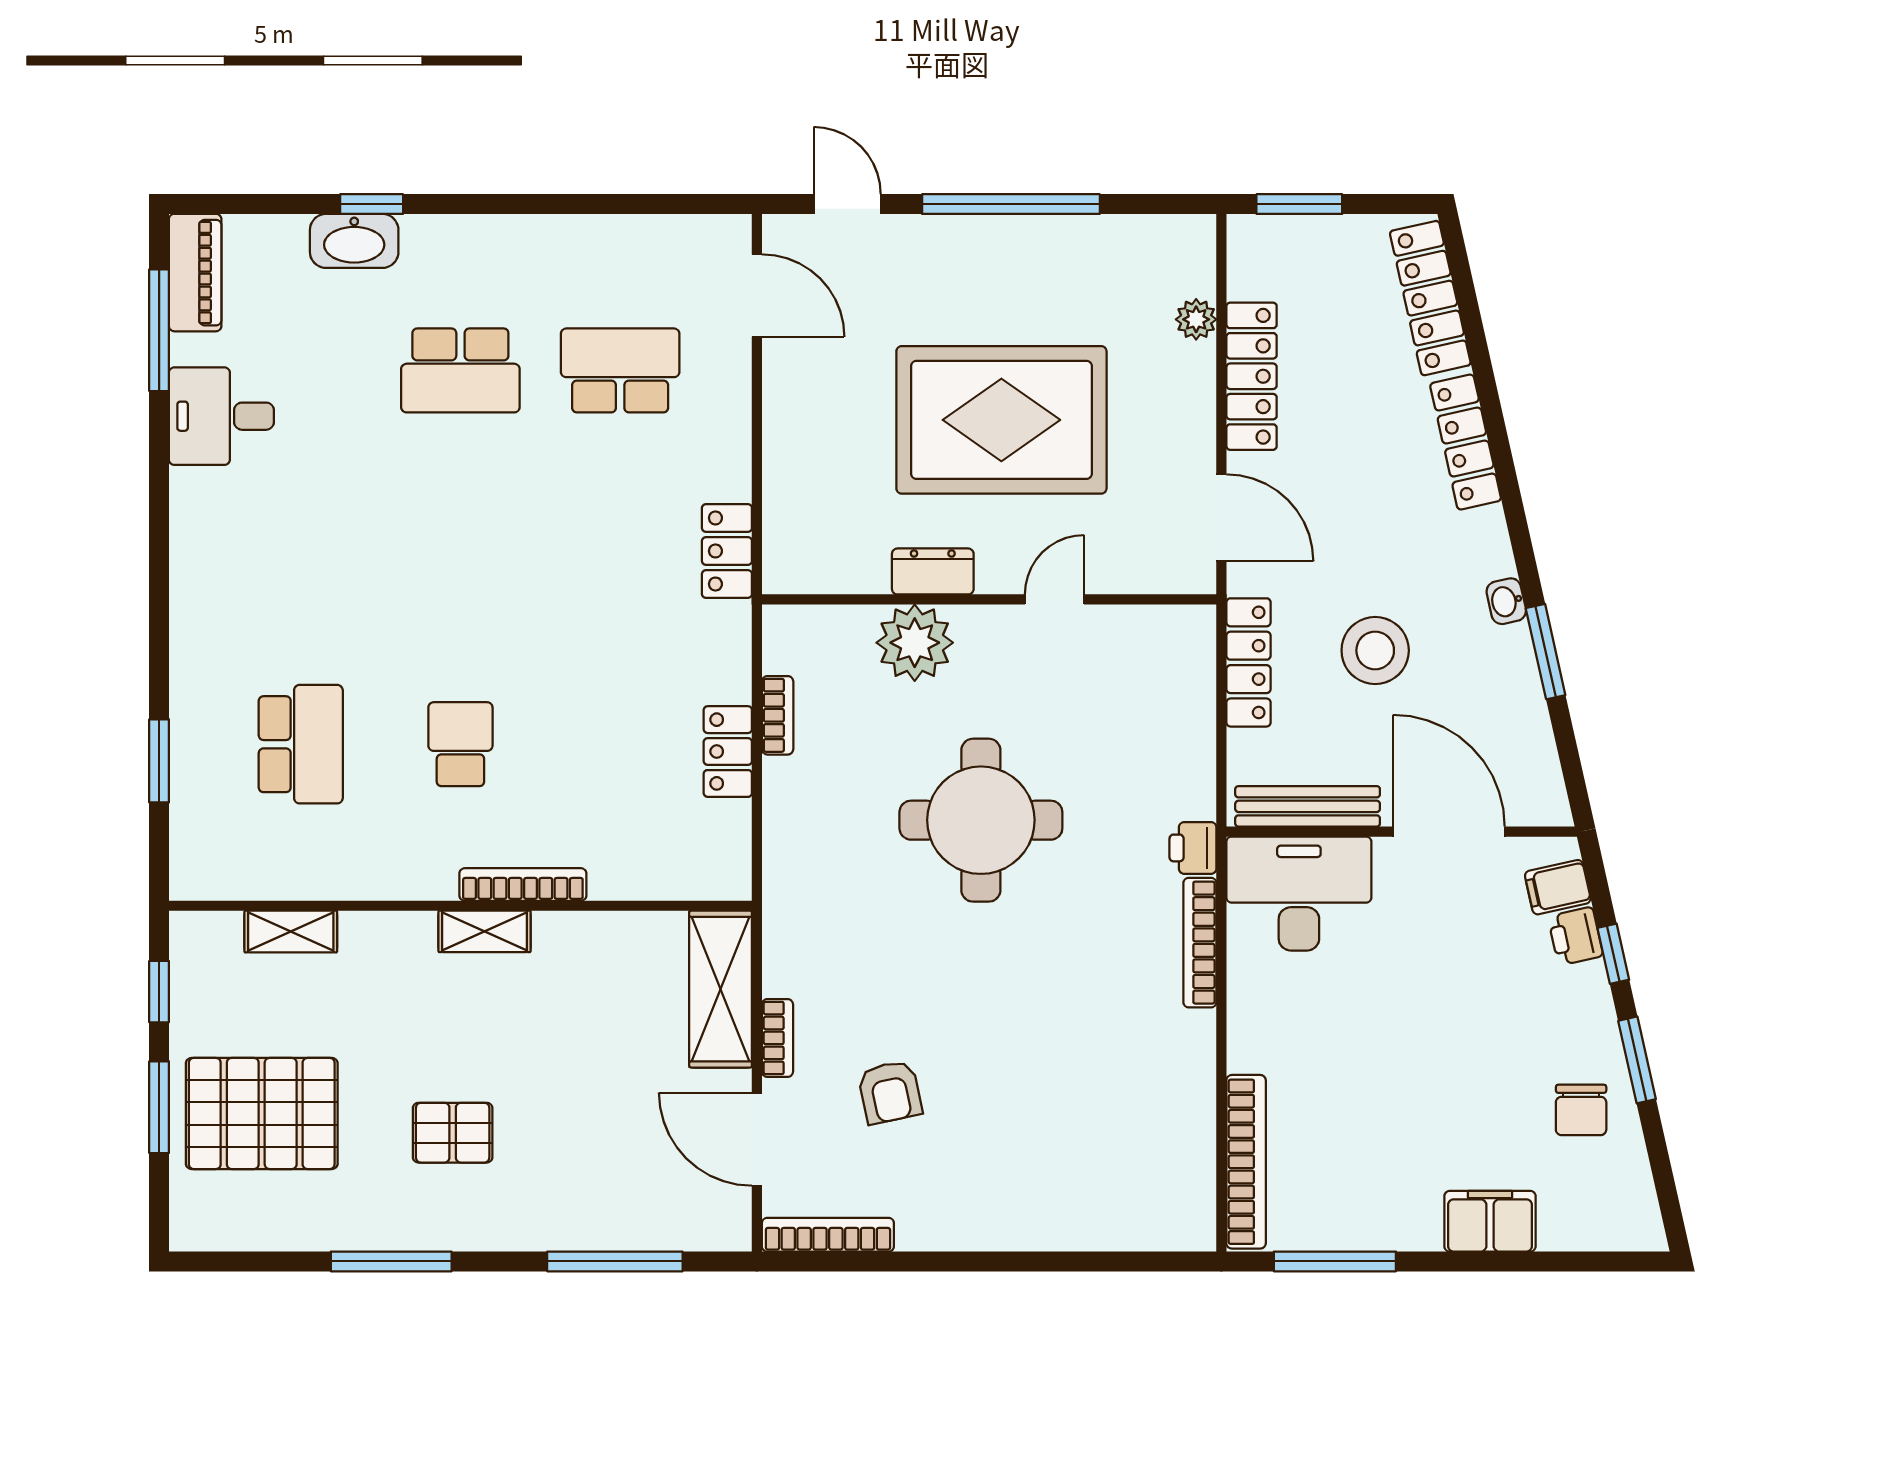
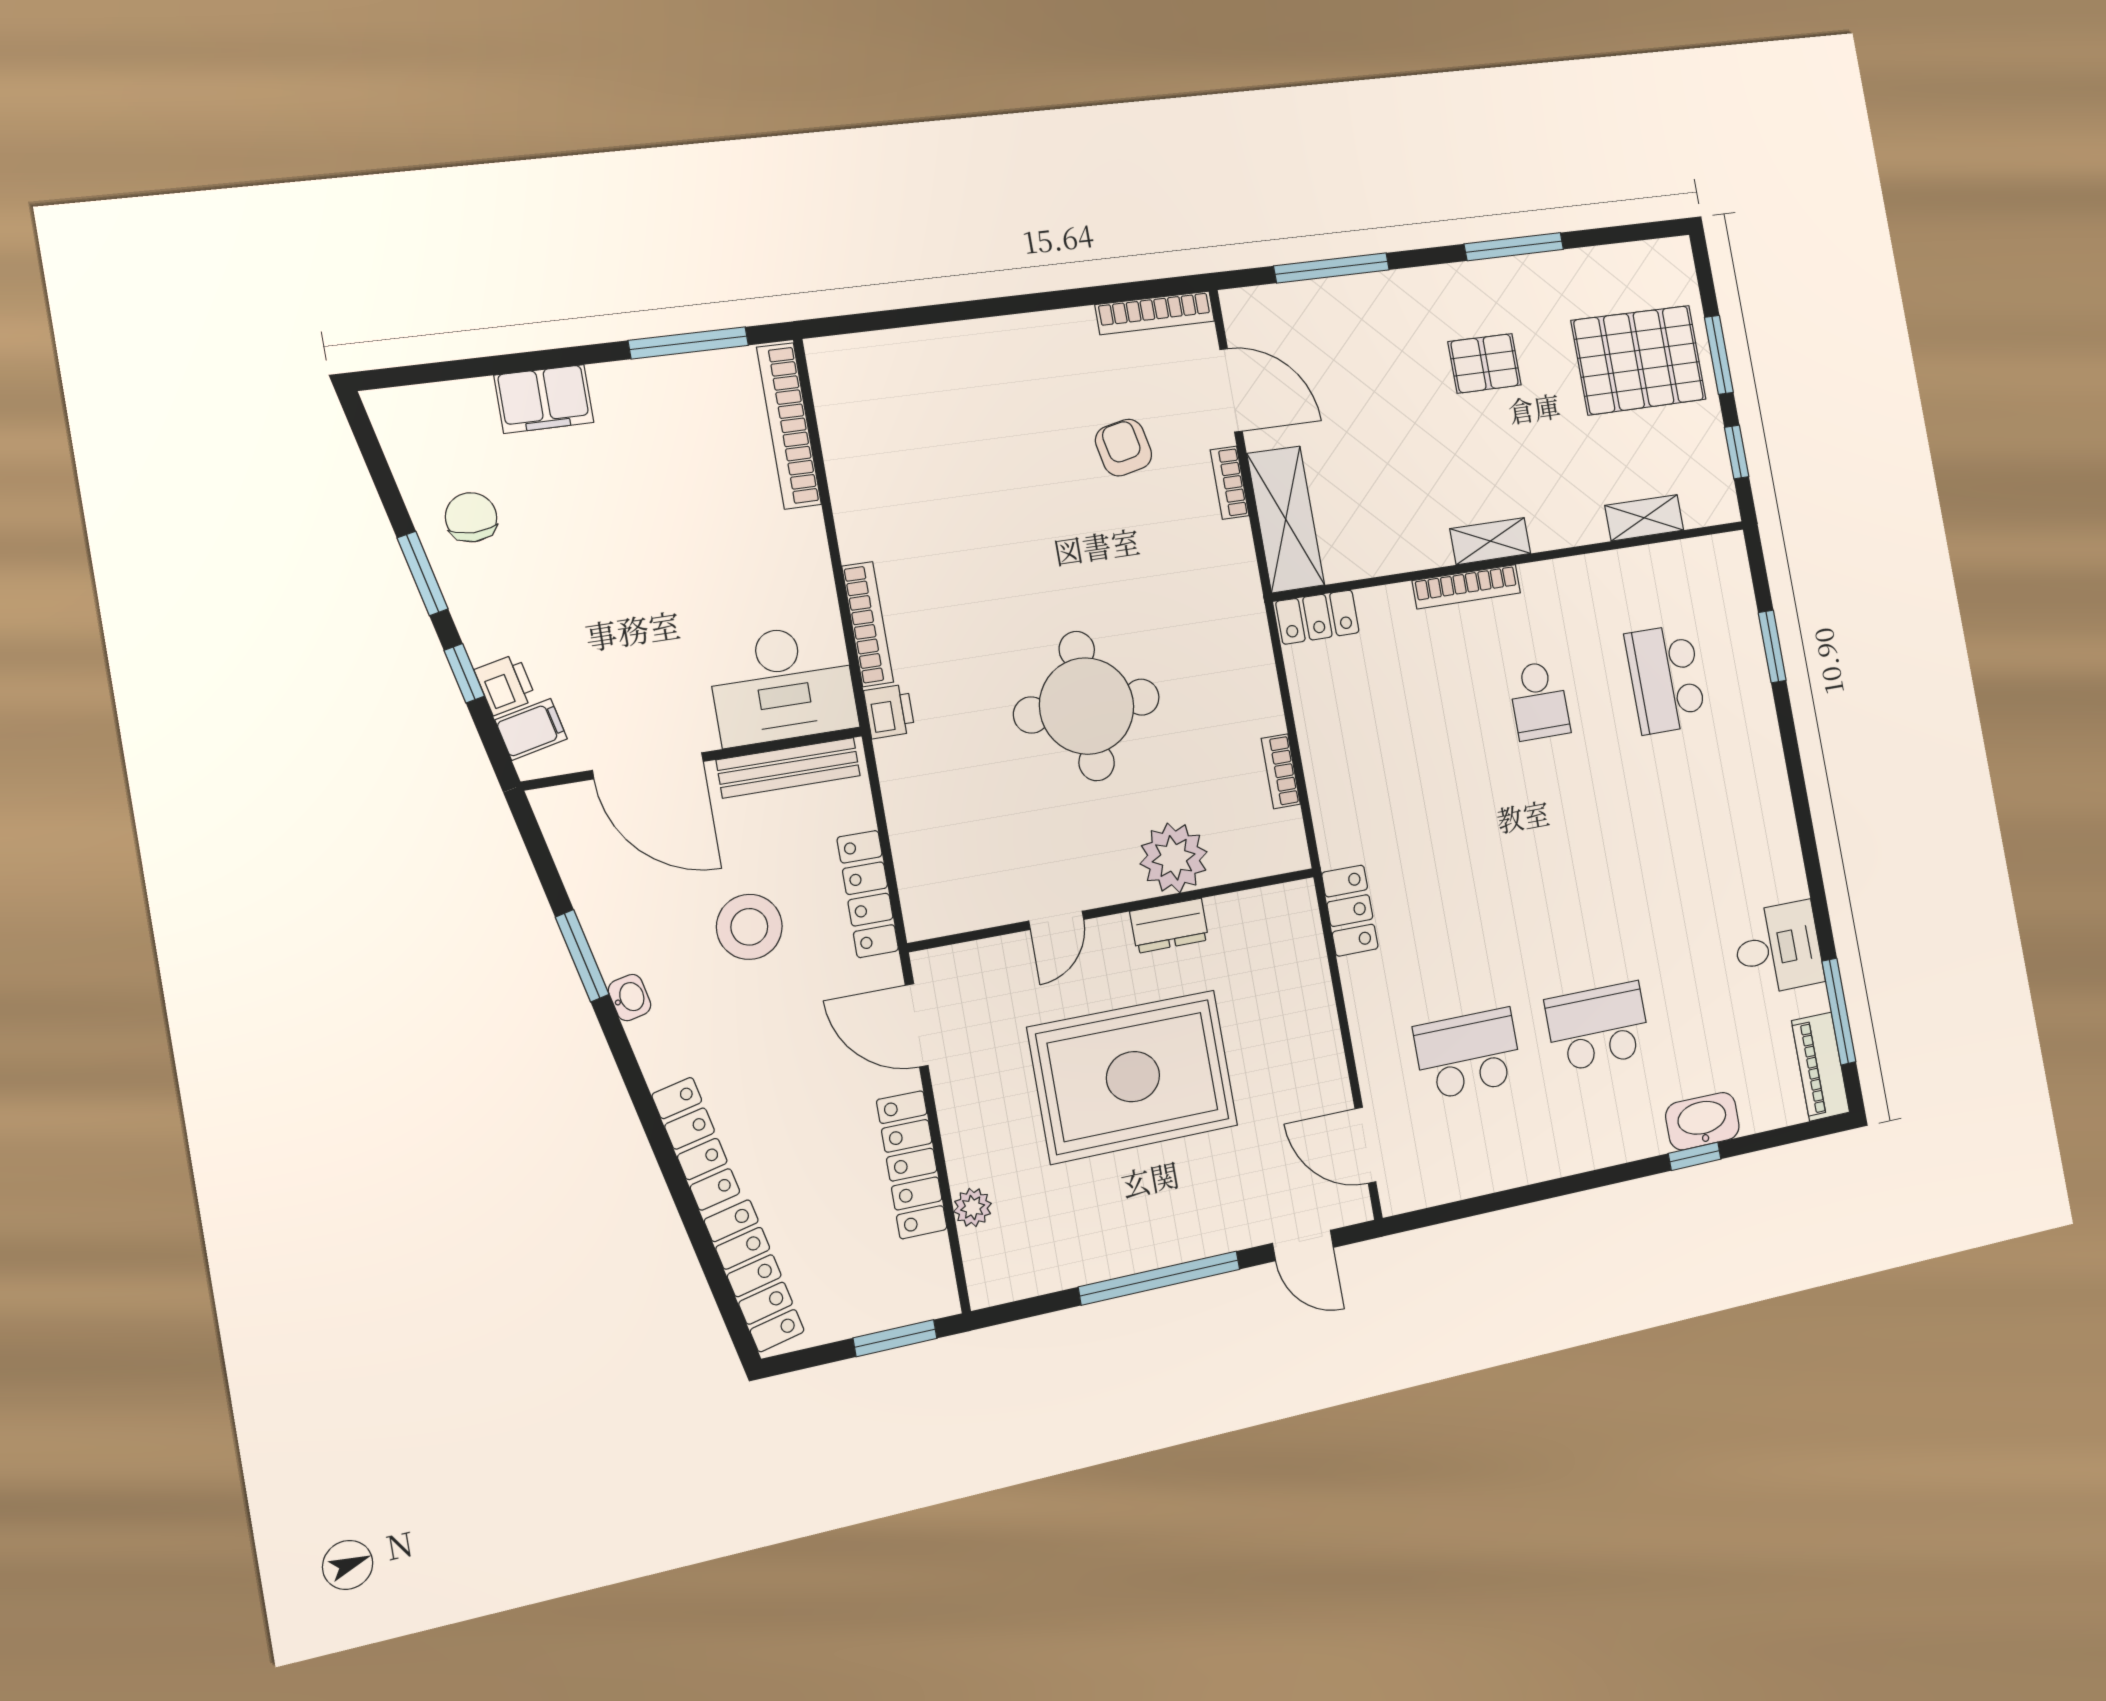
school desk: (620, 370) -> (1468, 1054), turned 180
locker: (728, 752) -> (1317, 617), moved, turned 90

